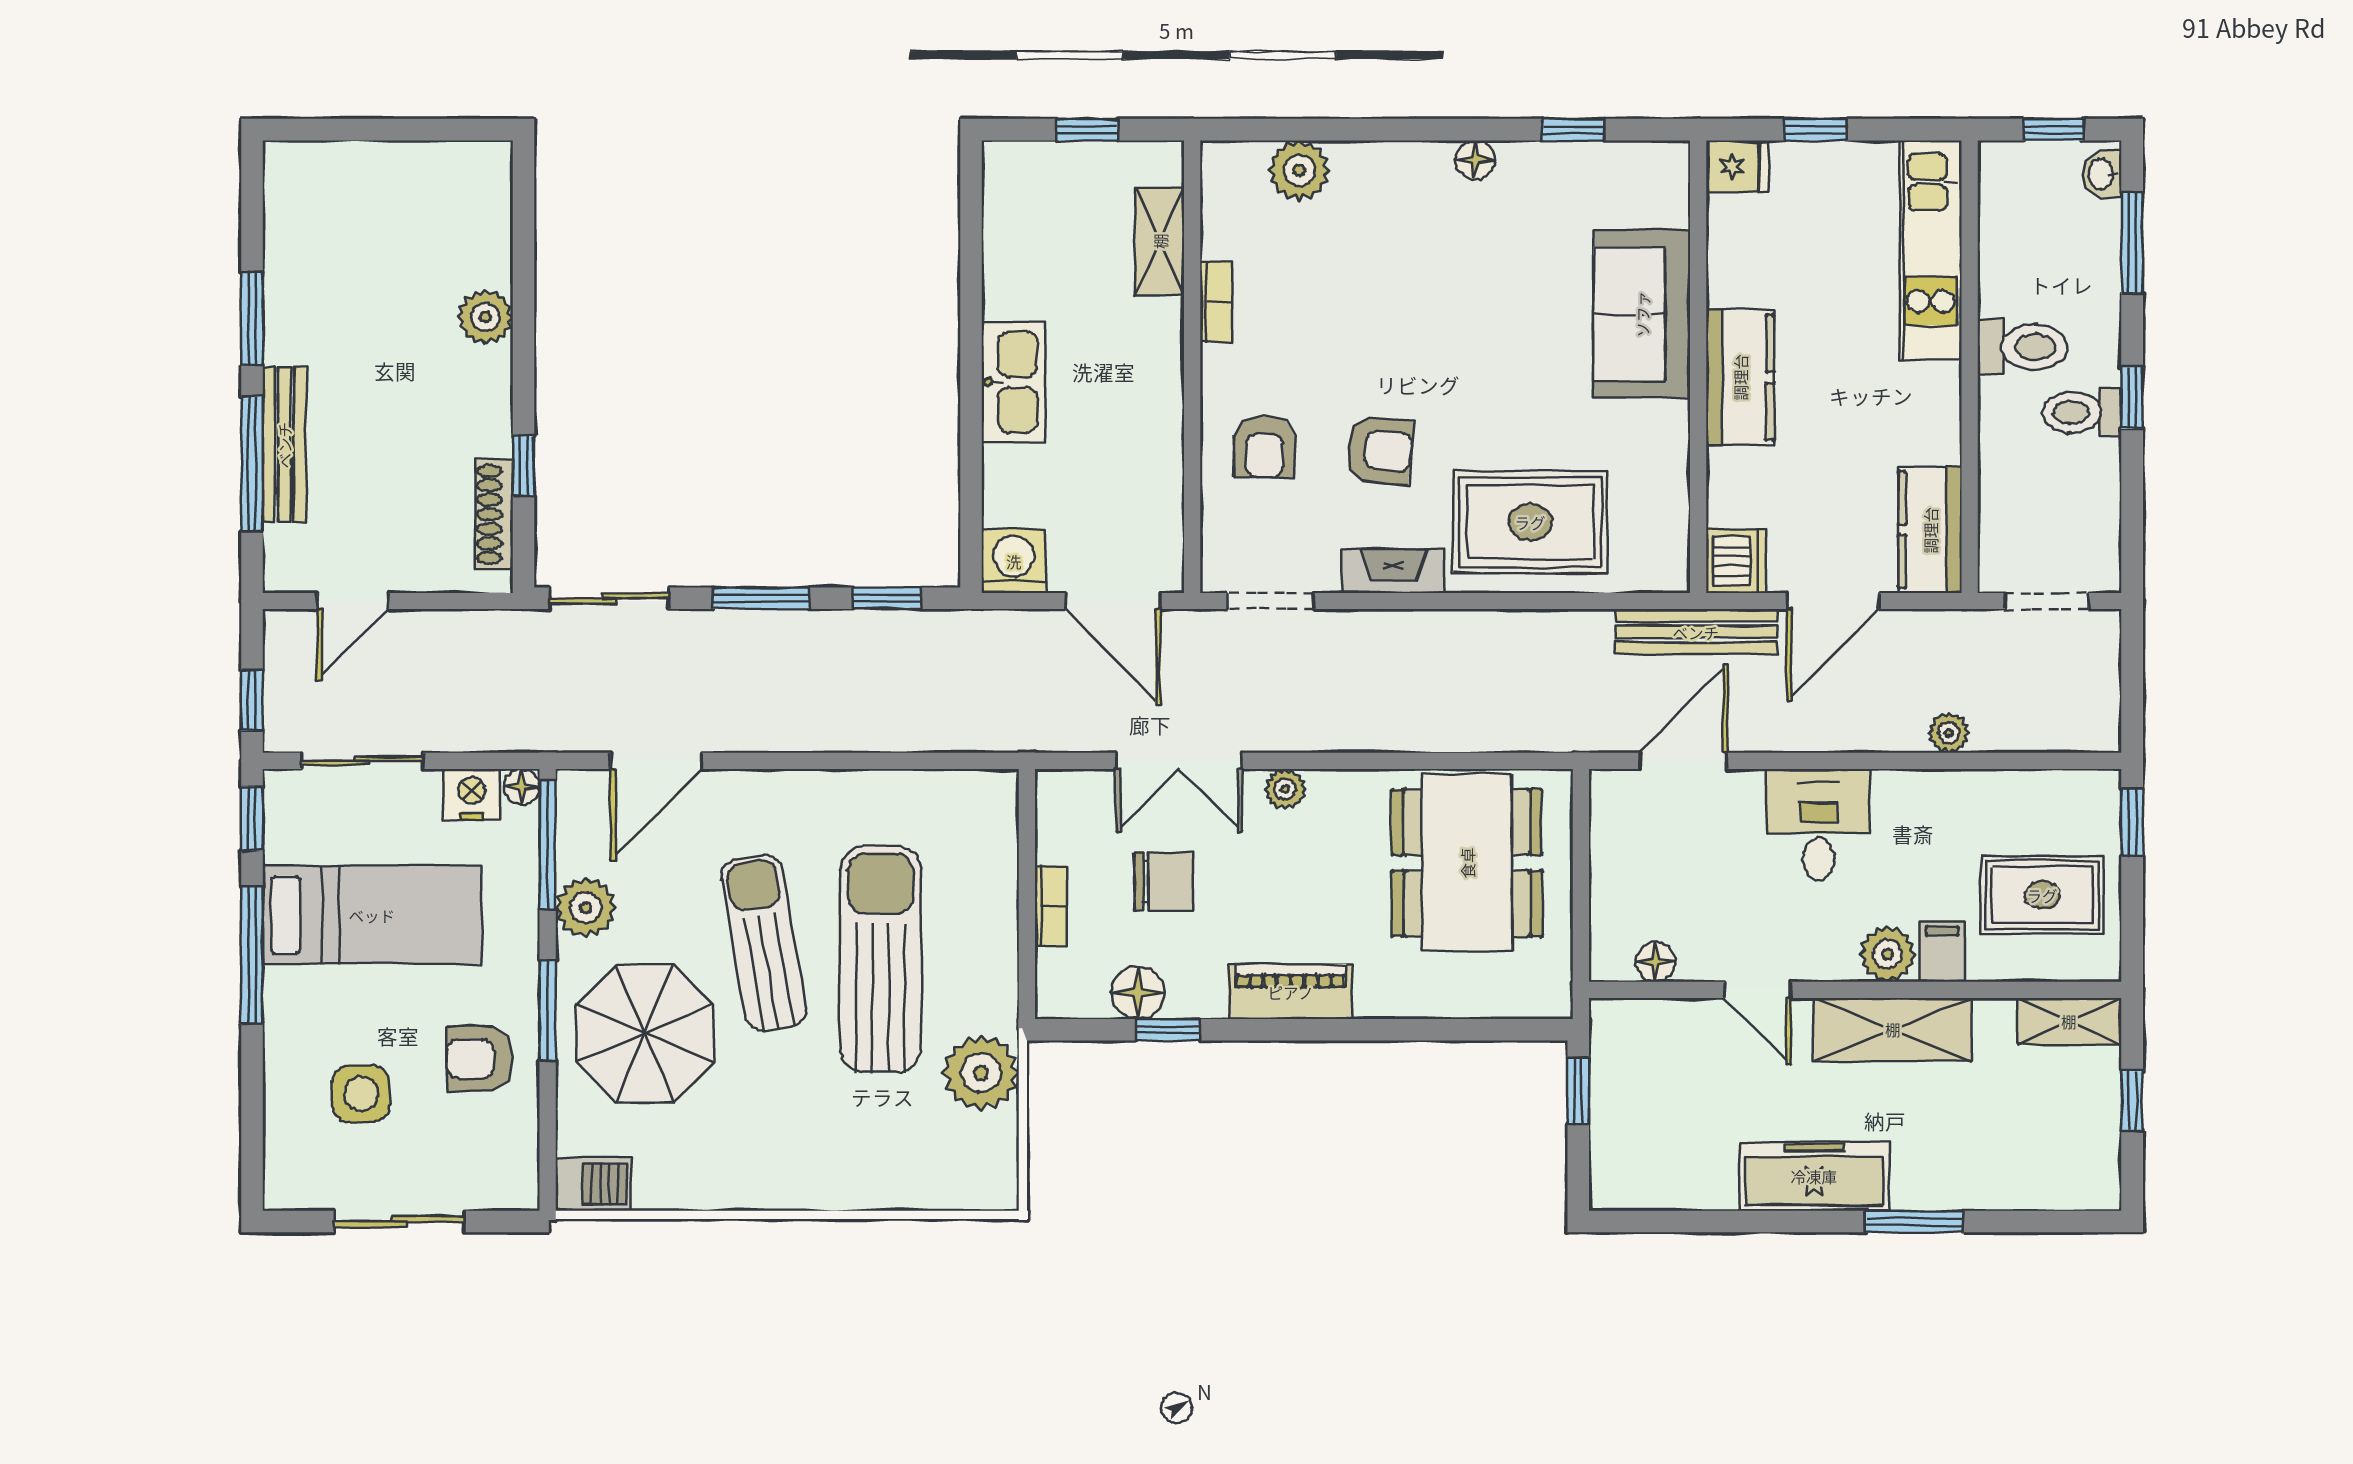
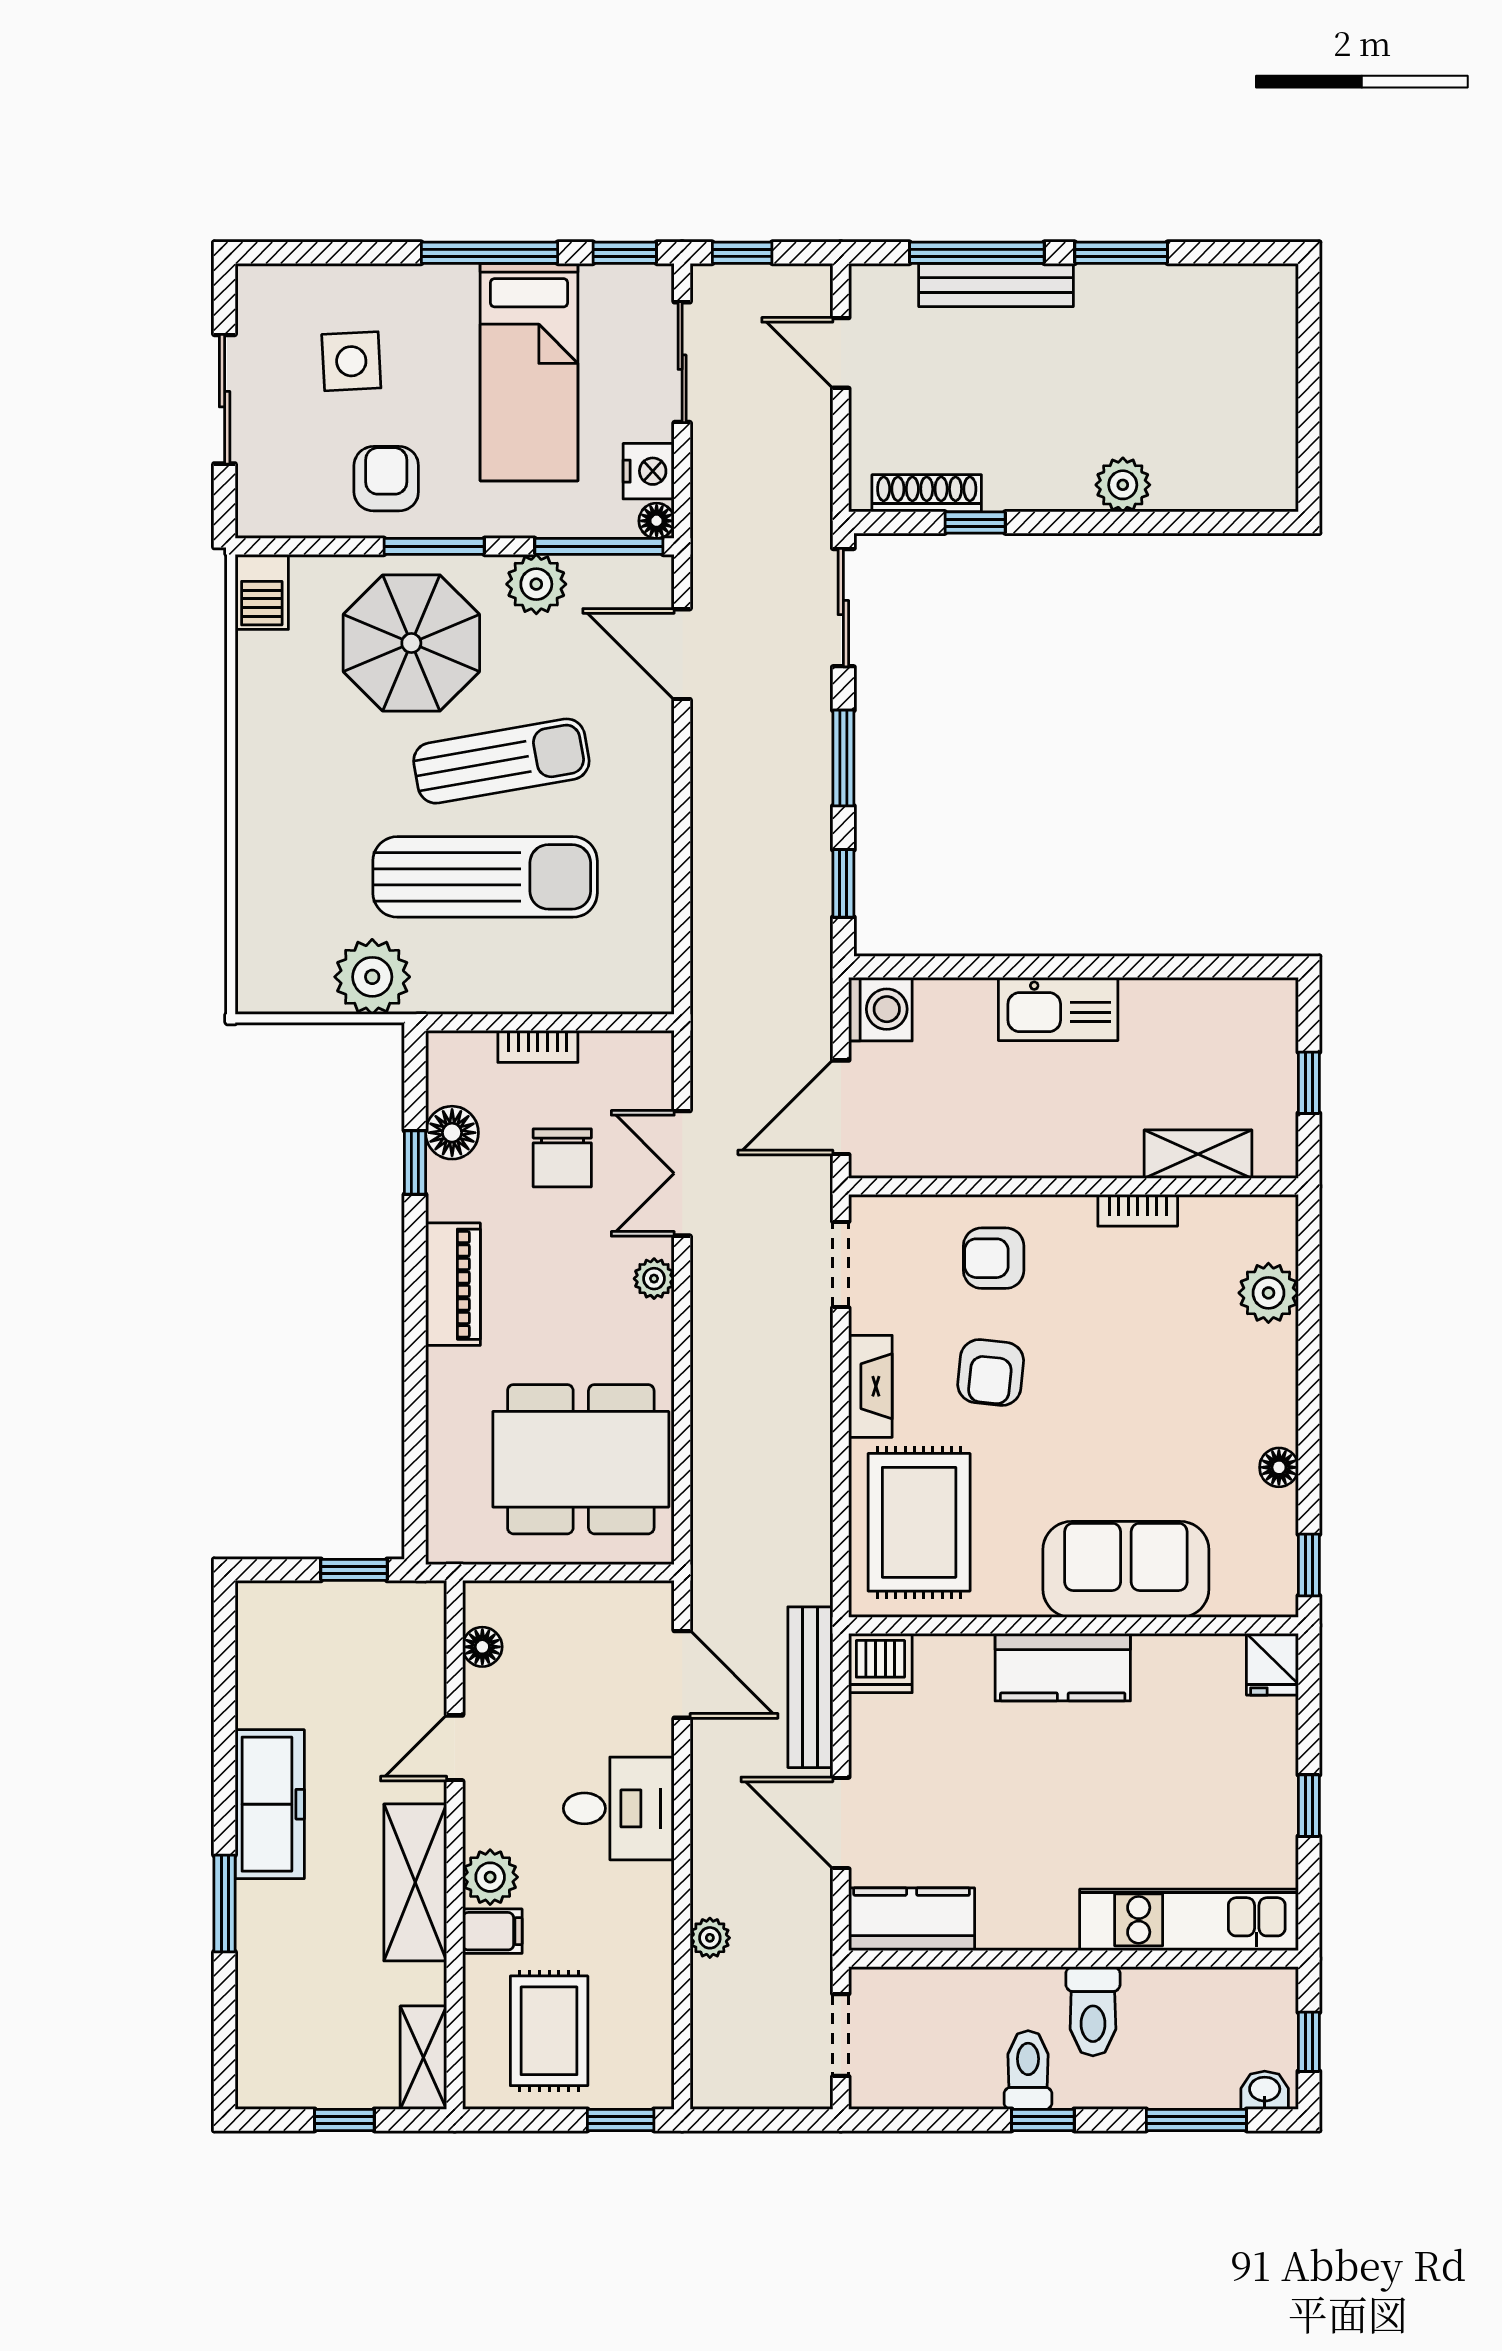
fridge: (1737, 166) -> (1272, 1664), moved
sofa: (1642, 314) -> (1126, 1569), moved
wall: (1698, 367) -> (1073, 1625), moved
kitchen counter: (1740, 377) -> (1063, 1667), moved
dishwasher: (1736, 561) -> (880, 1663), moved

